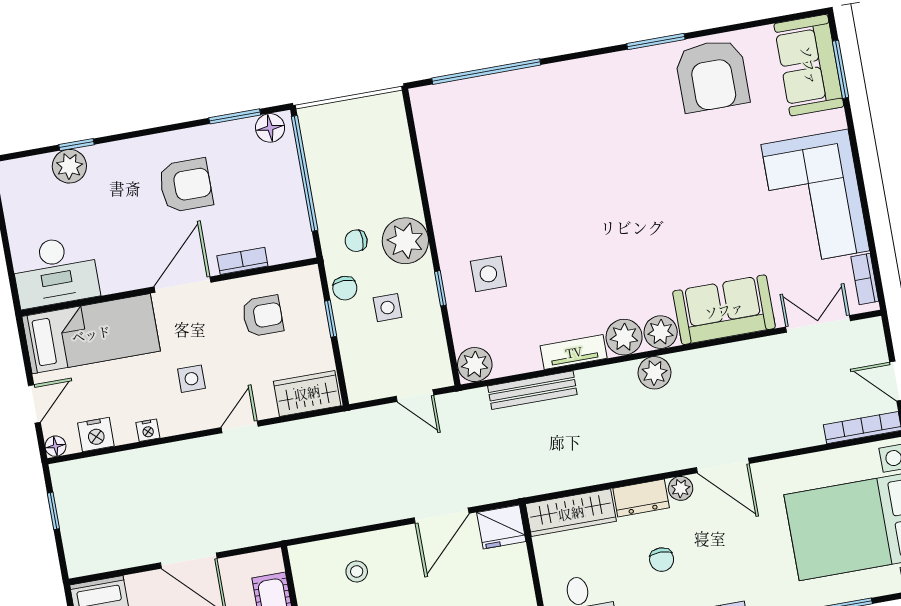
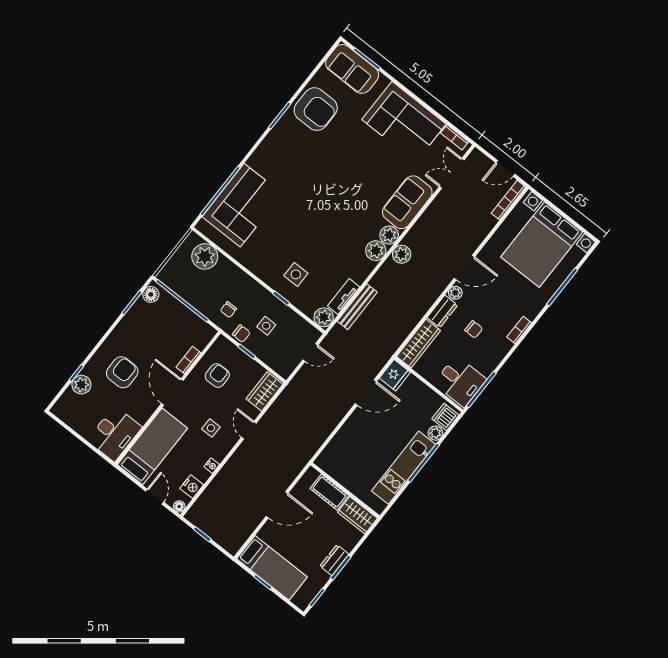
corner sofa: (499, 117) -> (242, 205), added
armchair: (186, 185) -> (122, 372), moved
plant: (405, 241) -> (205, 256), moved
tv unit: (574, 352) -> (344, 297), moved
door: (442, 516) -> (366, 392), hinge flipped
stool: (357, 572) -> (351, 447), removed

